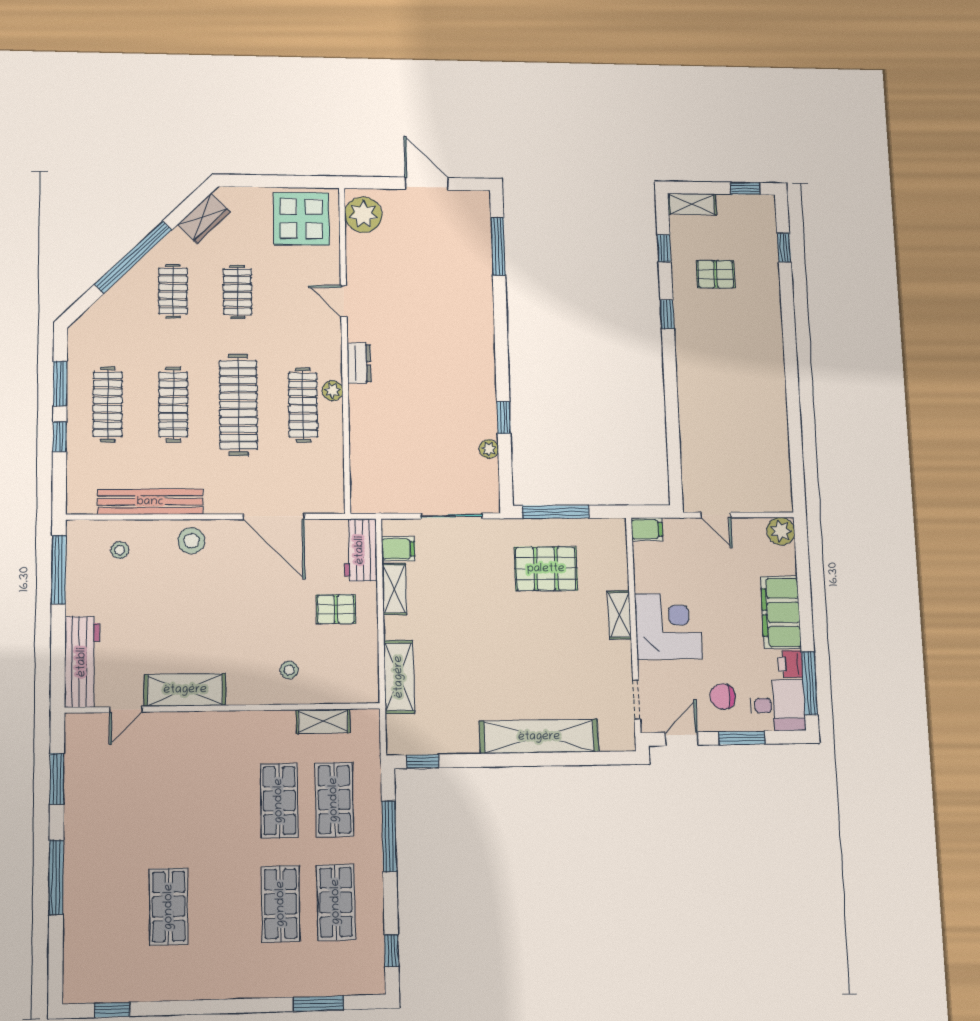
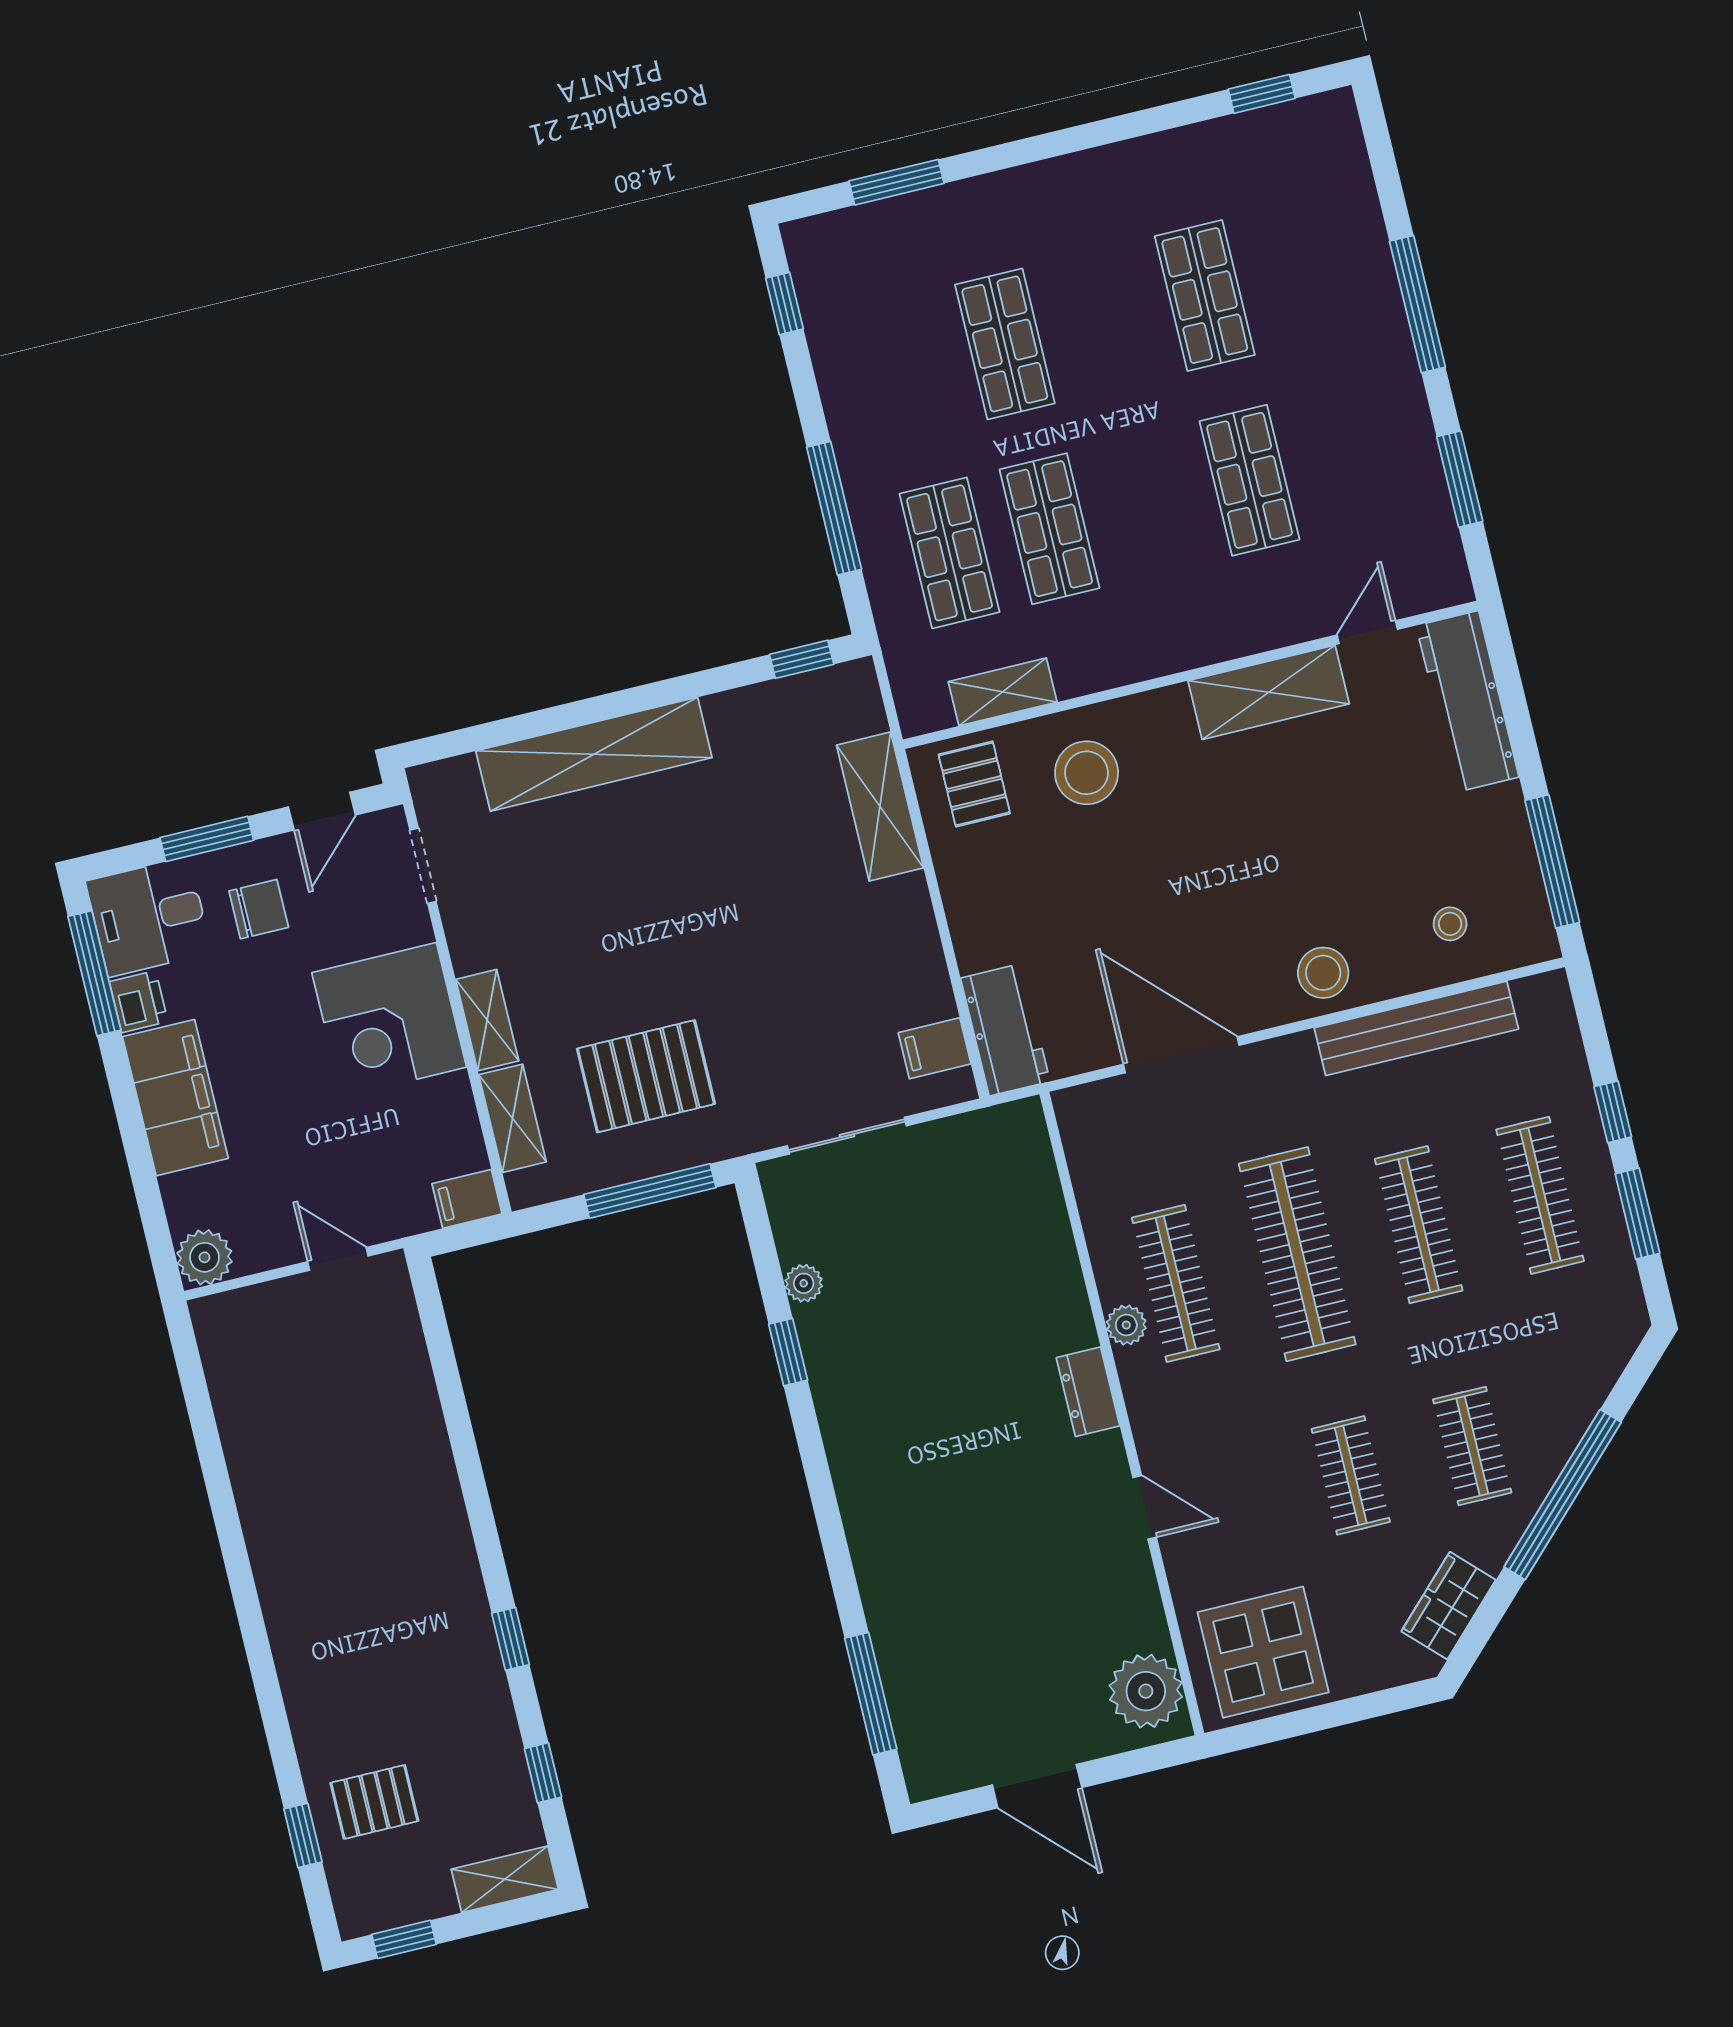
pallet: (716, 274) -> (374, 1802), moved
shelving: (394, 589) -> (512, 1118), moved
pallet: (336, 609) -> (974, 784), moved, turned 90
stool: (289, 670) -> (1087, 773), width x1.89, depth x1.89
shop shelf: (336, 902) -> (1250, 480), moved

